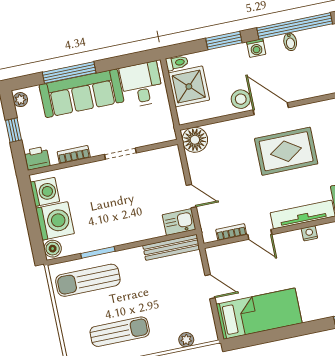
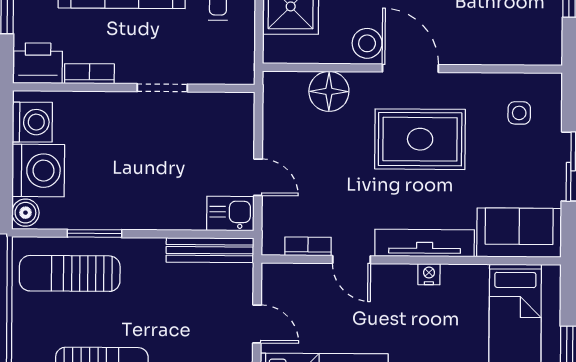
floor lamp: (195, 140) -> (329, 91), moved
printer: (37, 158) -> (38, 63), width x1.36, depth x1.24

